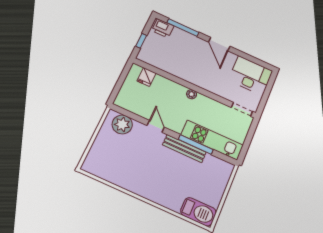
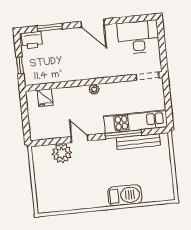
window: (183, 27) -> (50, 27), width x0.69
plant: (122, 124) -> (62, 153), moved
bench: (184, 149) -> (138, 142), moved
barbecue: (198, 212) -> (125, 195), moved

